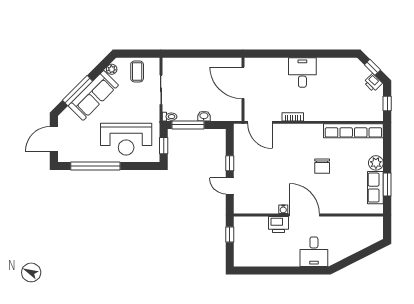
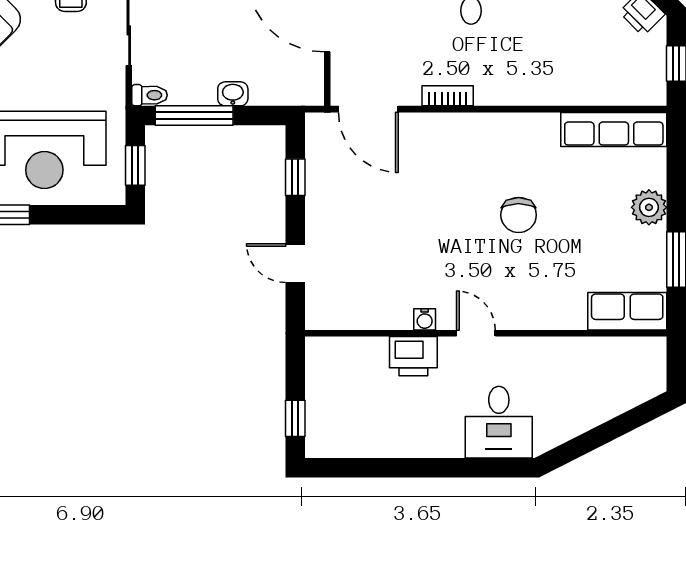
row of seats: (353, 131) -> (614, 129), width x0.73
window: (230, 163) -> (295, 177), moved
row of seats: (375, 188) -> (627, 311), moved, turned 90
door: (304, 215) -> (476, 333), width x0.53
window: (230, 235) -> (295, 418), moved

